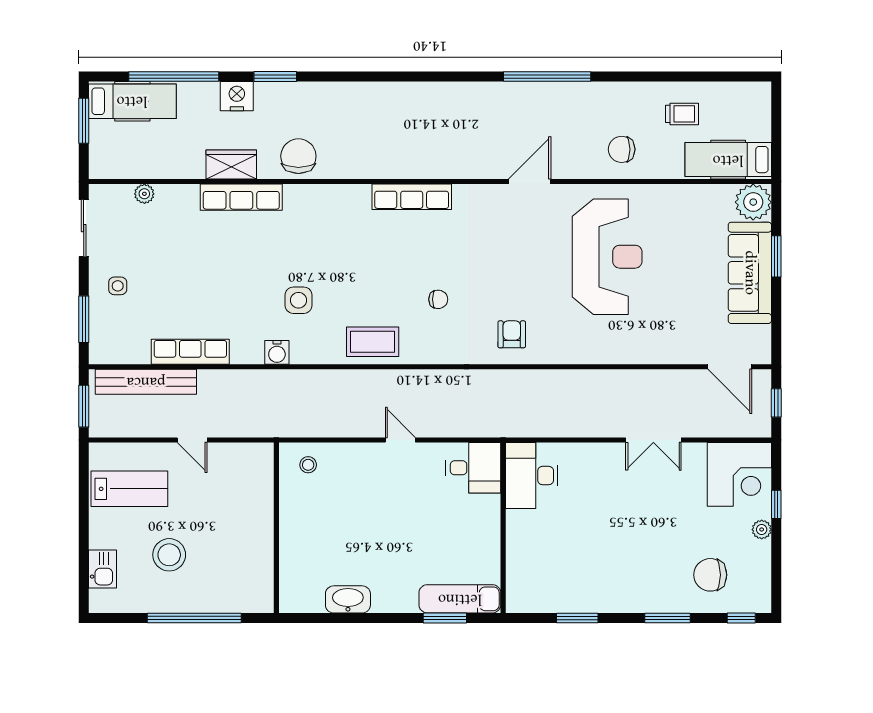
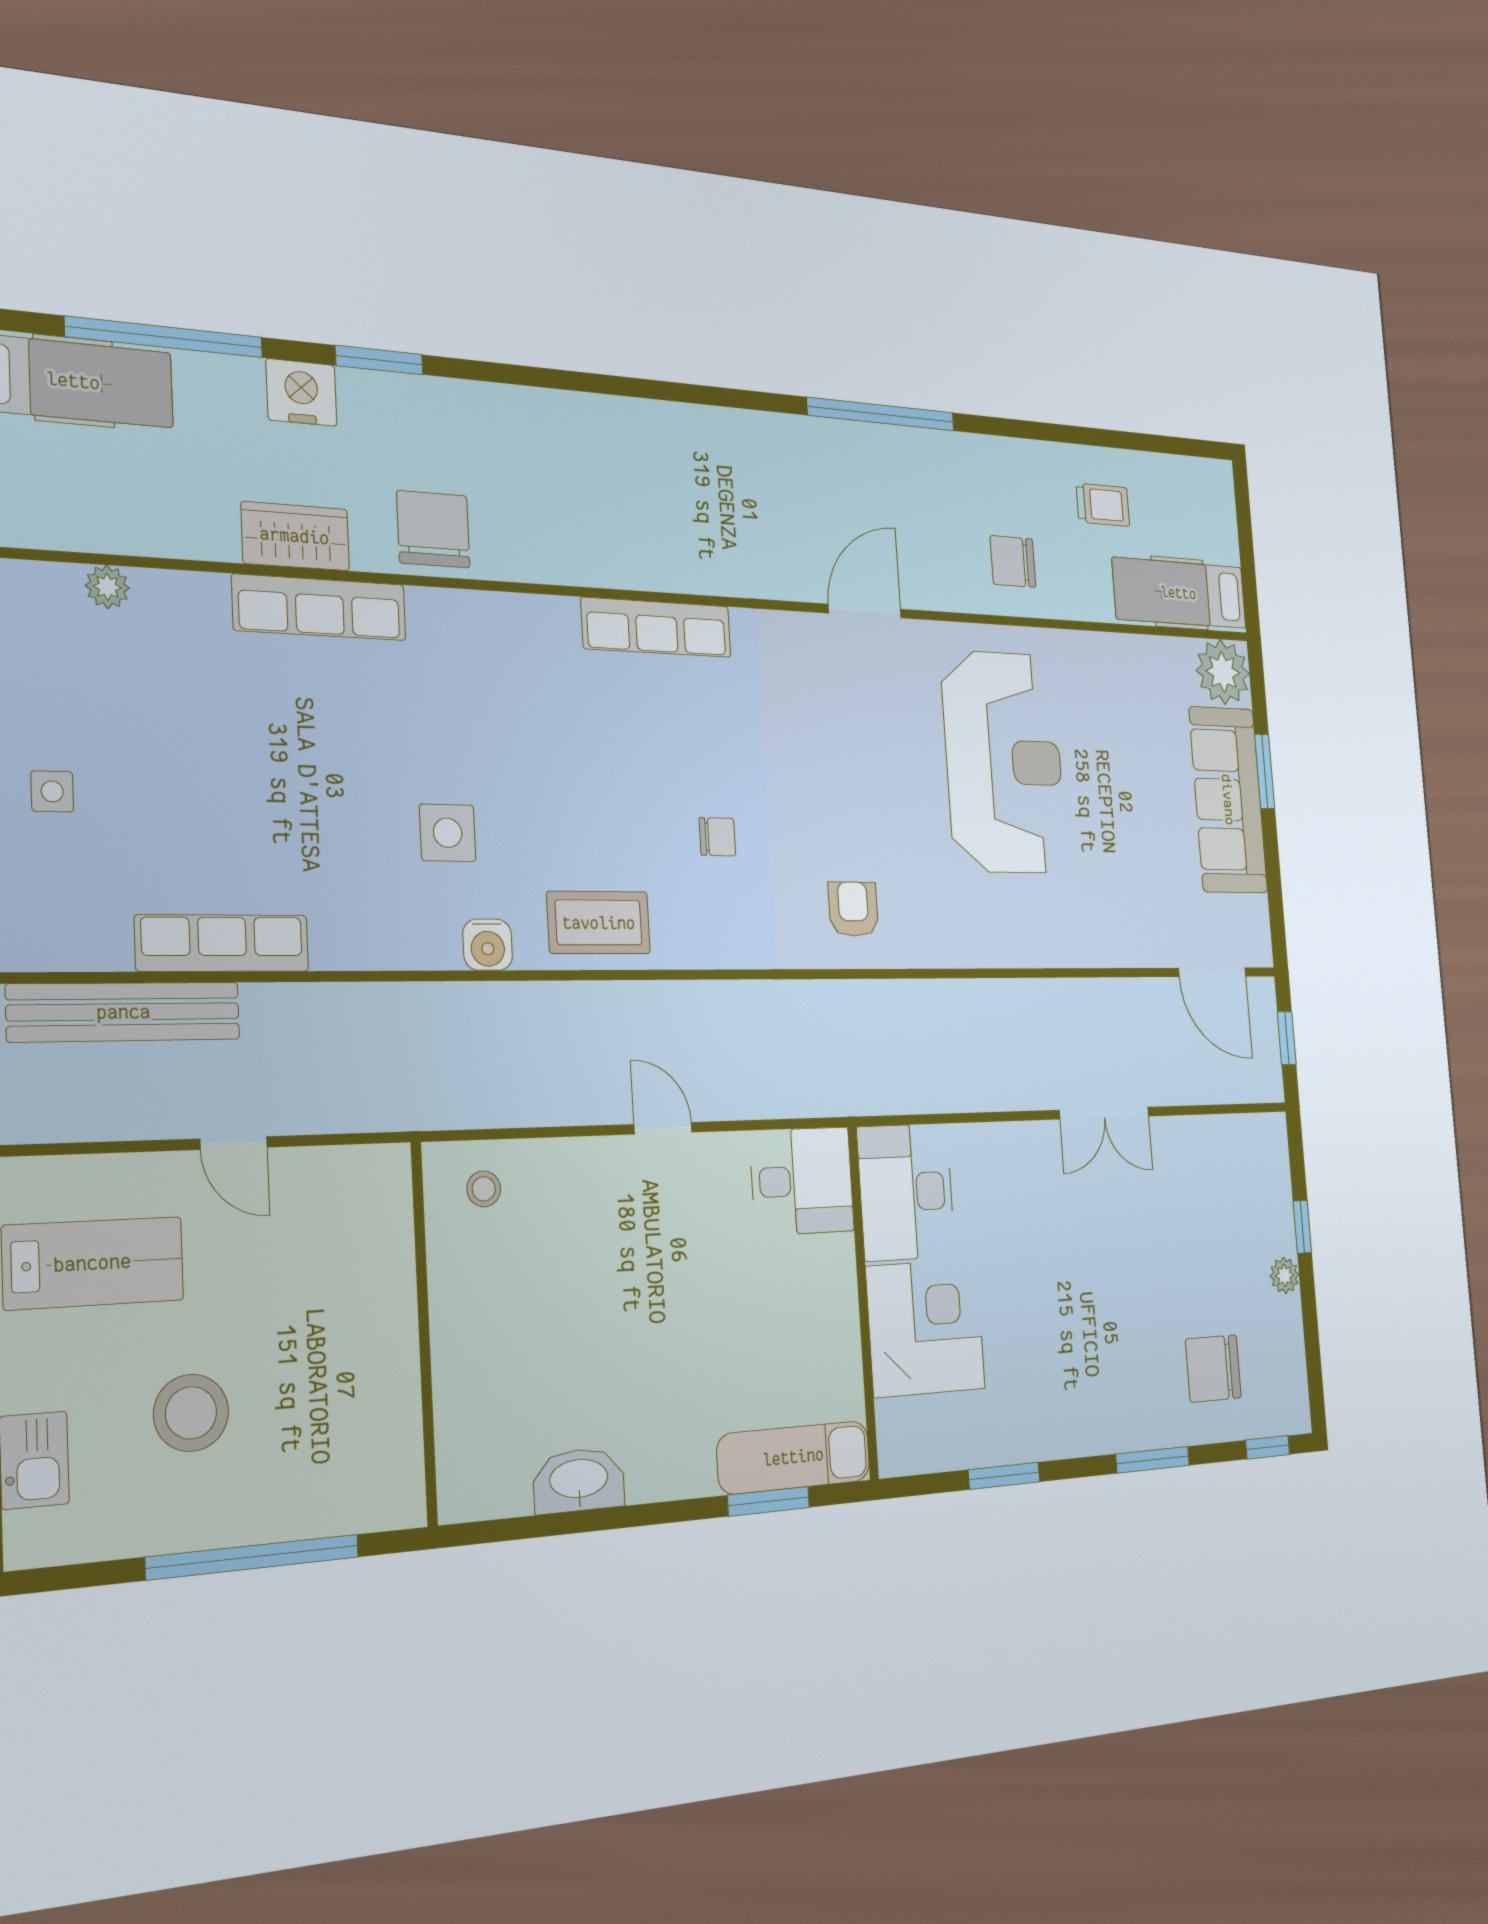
water cooler: (277, 352) -> (488, 945), moved
corner desk: (739, 474) -> (926, 1328), moved, turned -90

